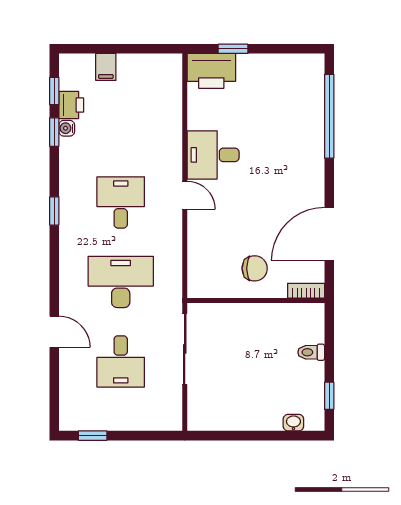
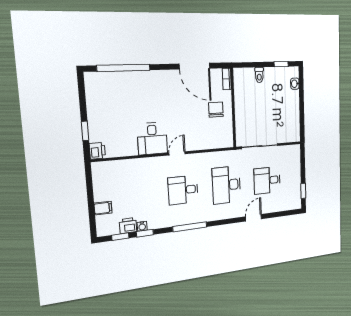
printer: (211, 71) -> (97, 151), width x0.53, depth x0.68
window: (54, 211) -> (190, 227), width x2.17
desk: (121, 361) -> (267, 180), turned 180

